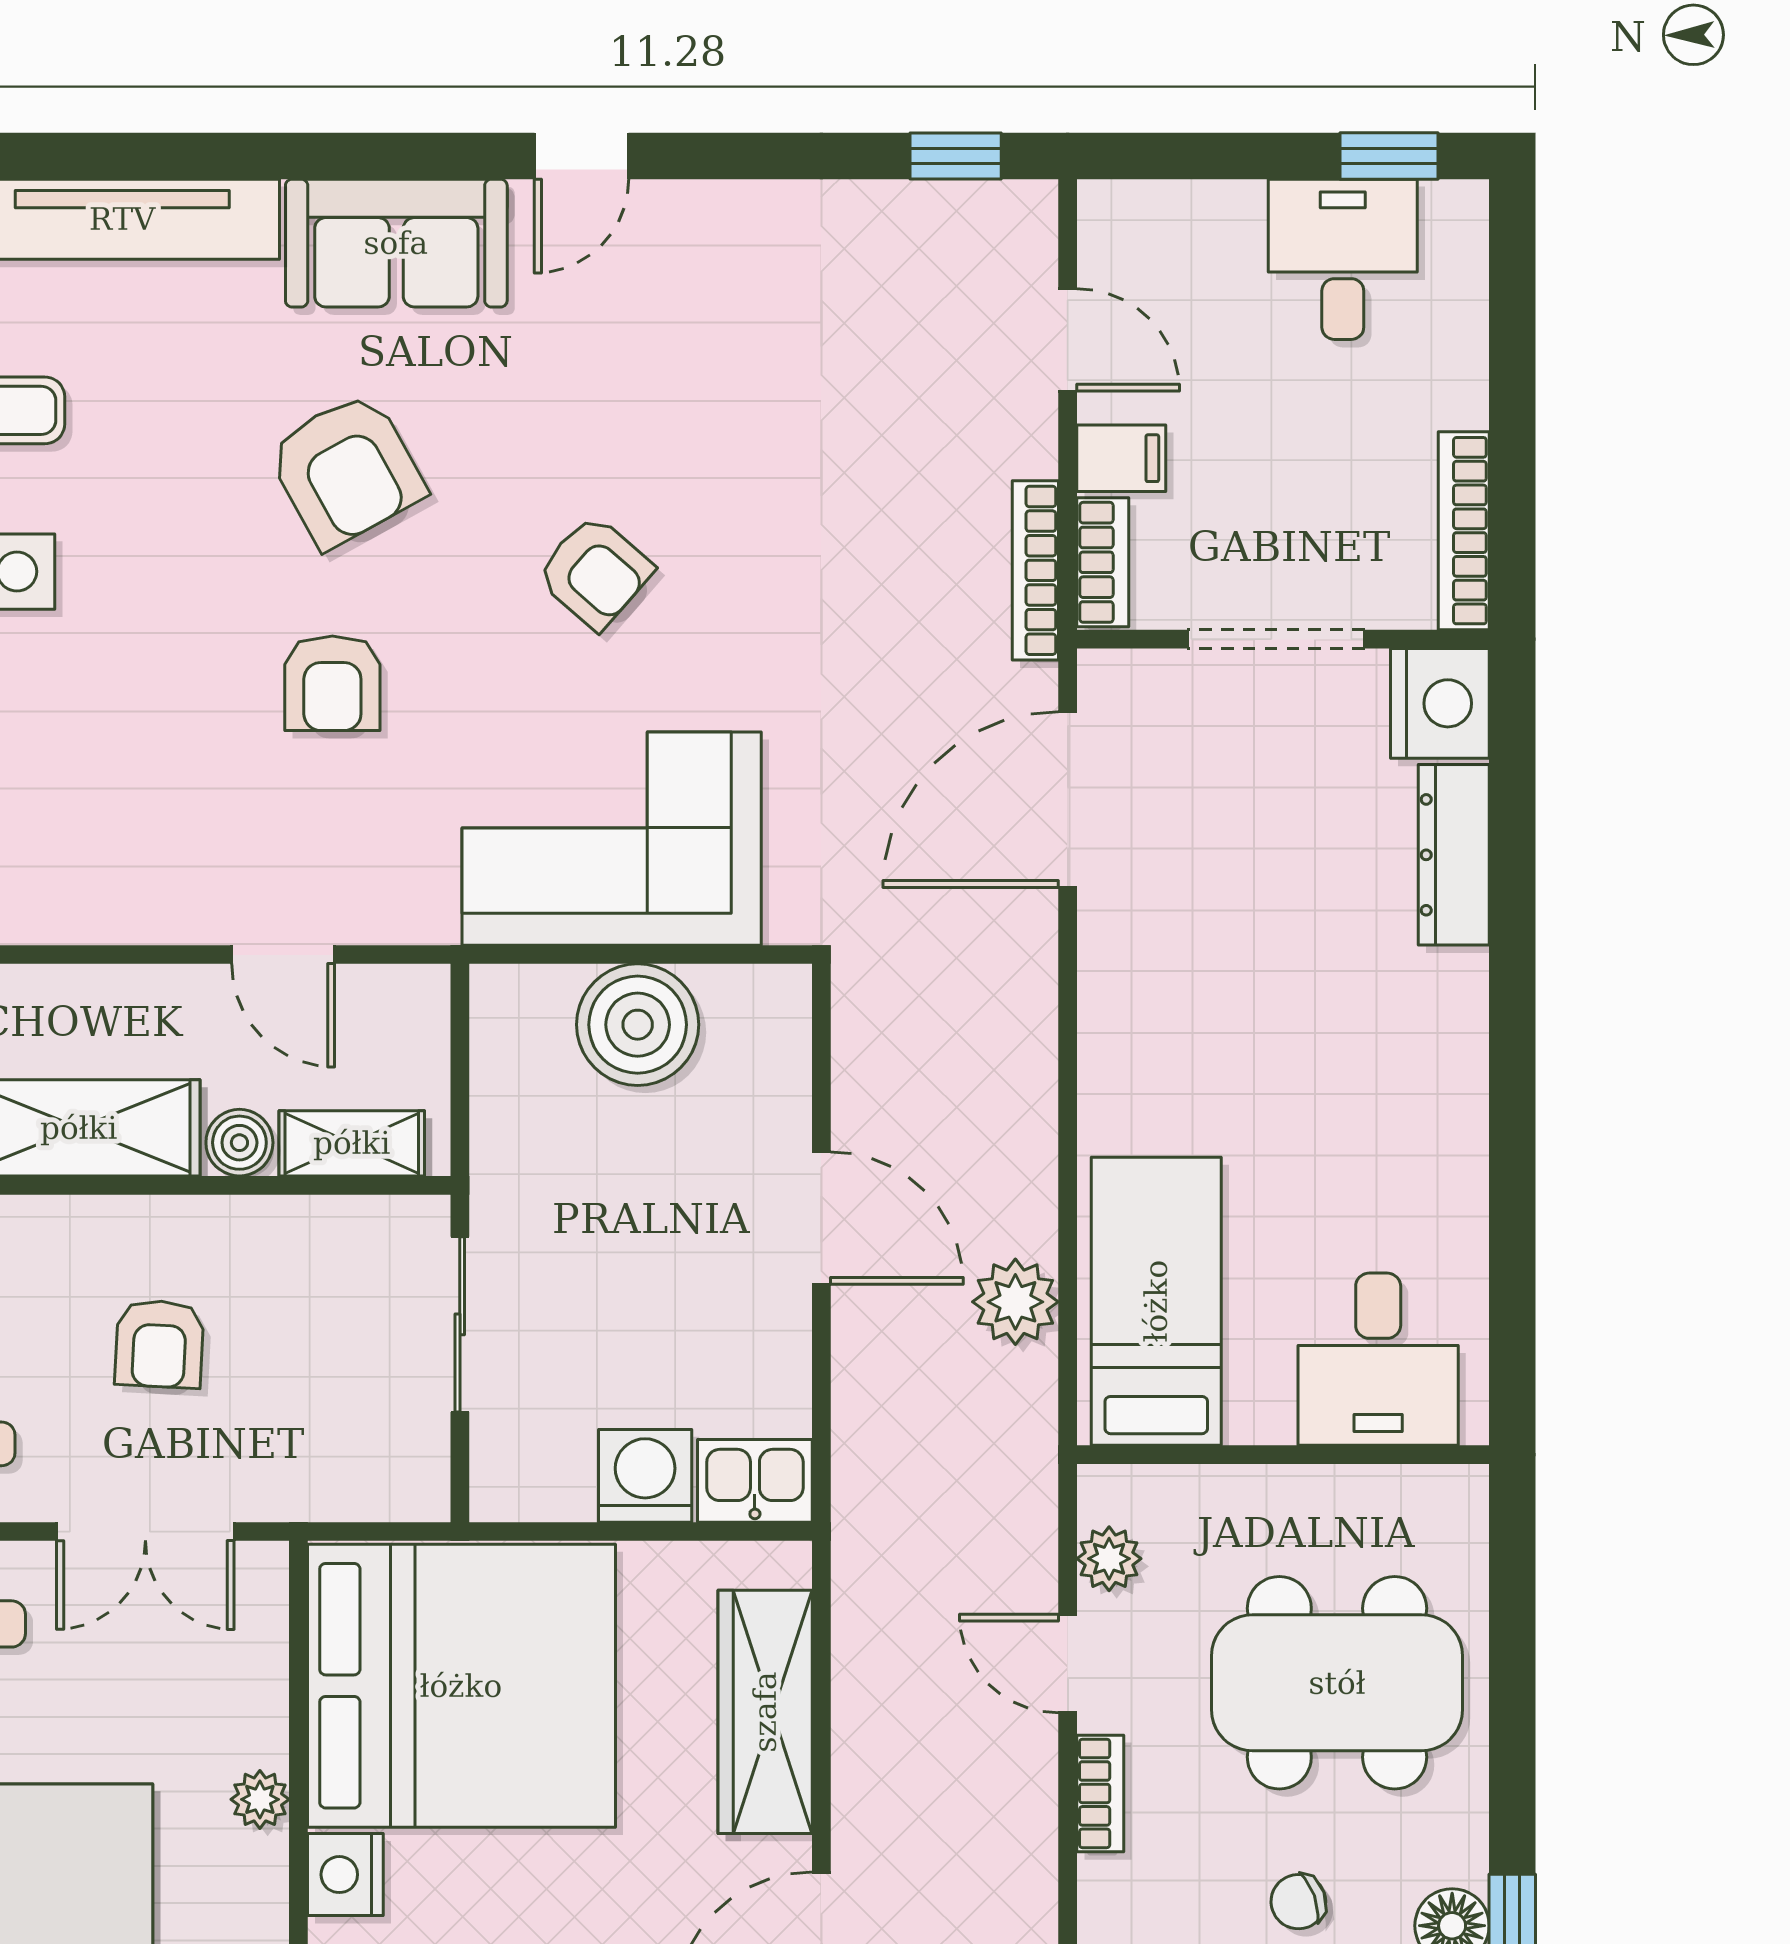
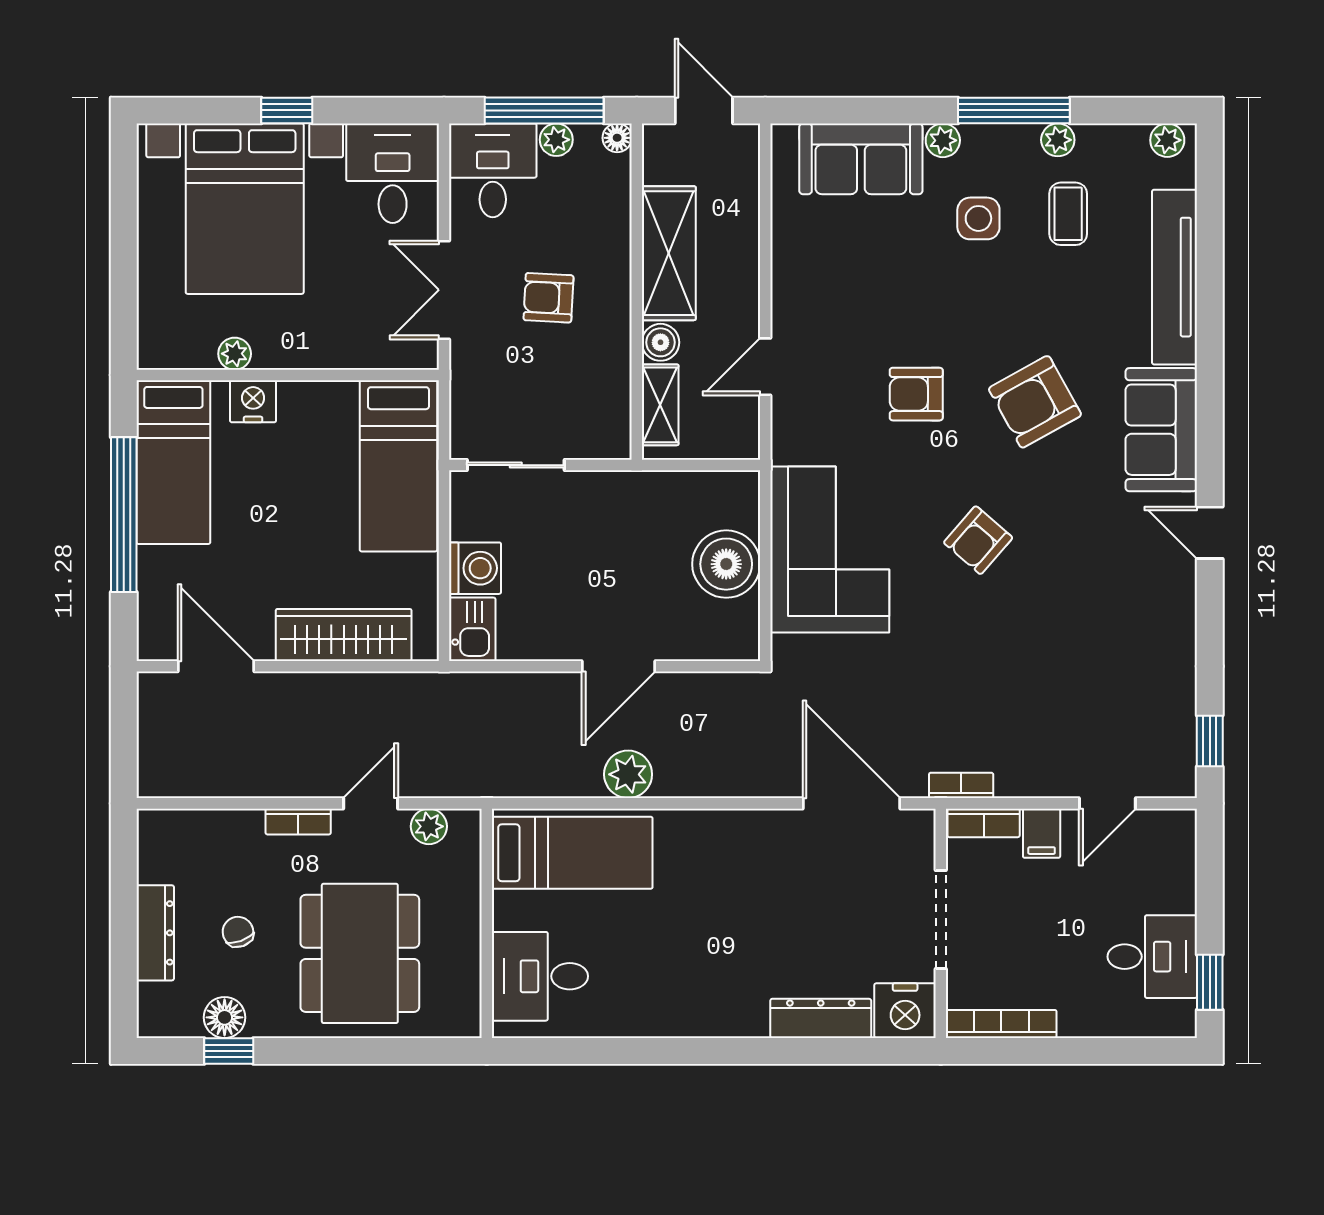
bookcase: (1035, 570) -> (961, 785), width x0.64
plant: (1015, 1302) -> (628, 774), moved
sliding door: (460, 1324) -> (516, 465), moved
bed: (461, 1686) -> (398, 466), width x0.49
plant: (260, 1799) -> (235, 354), moved

